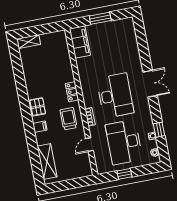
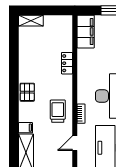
locker: (72, 92) -> (67, 63), moved
filing cabinet: (40, 127) -> (25, 128), moved

